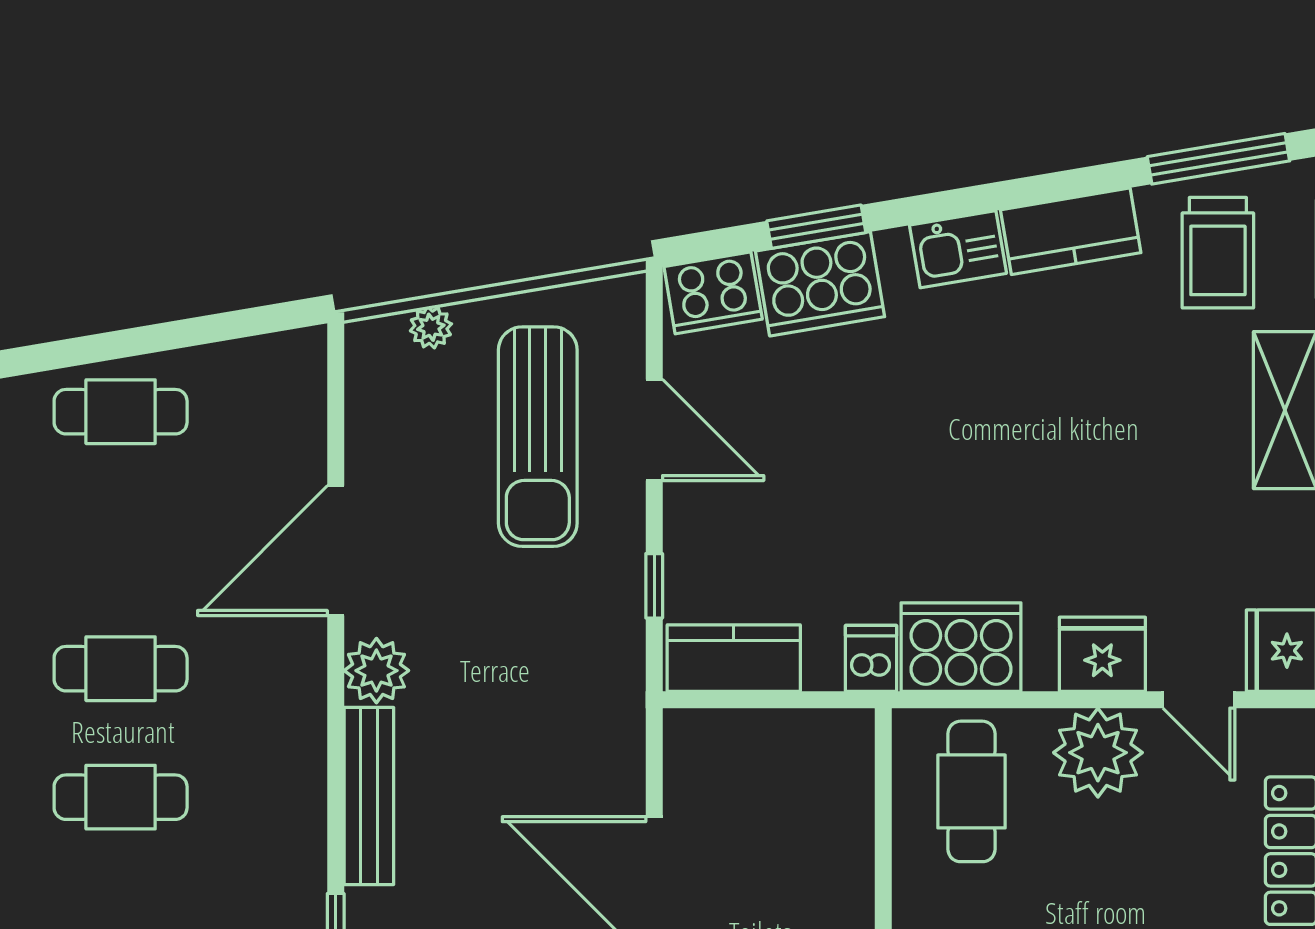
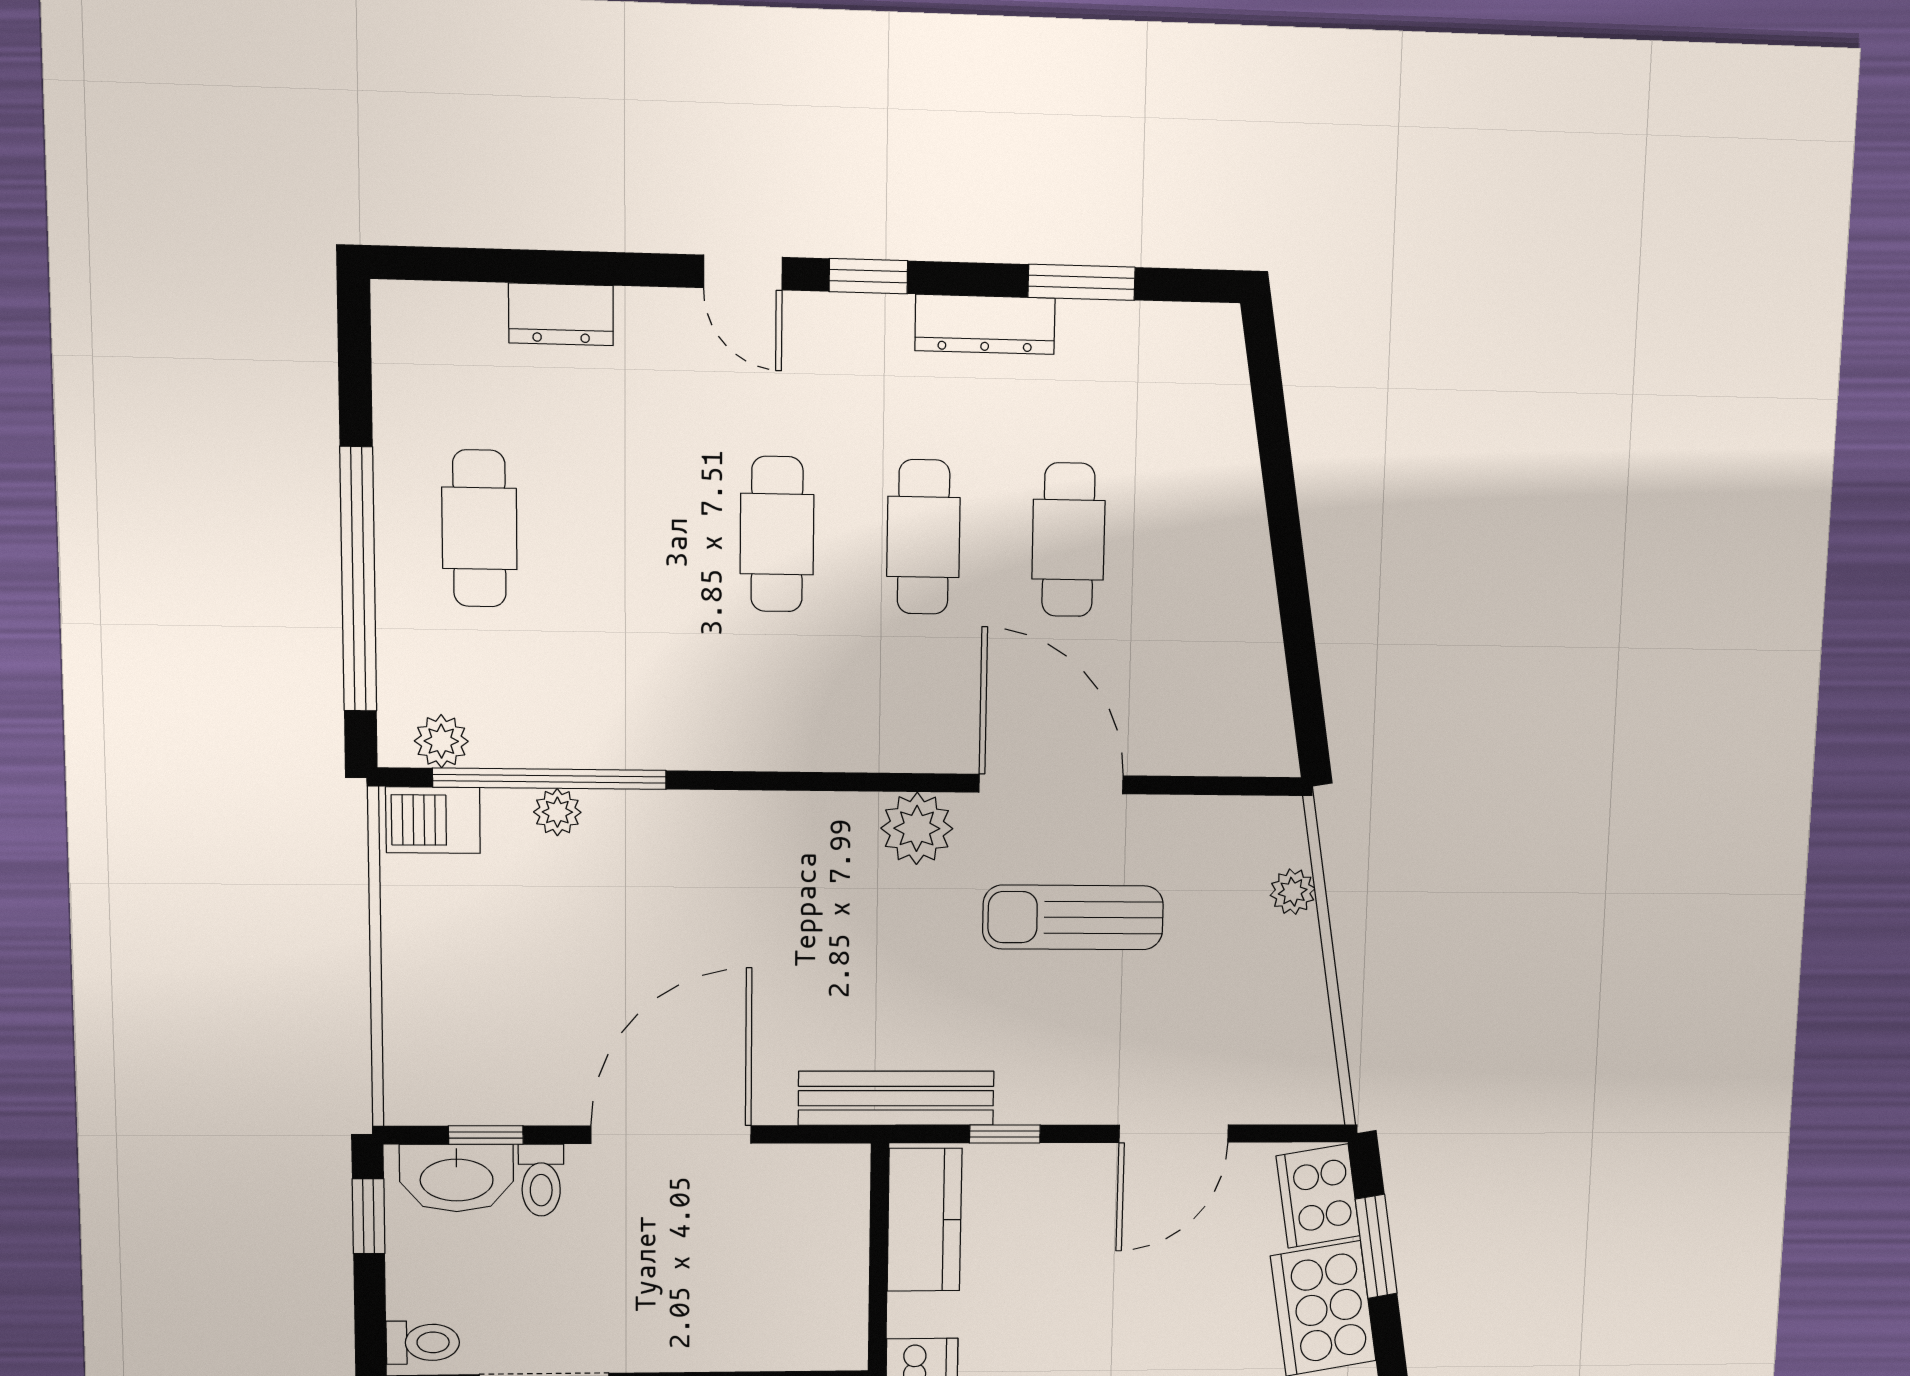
window: (816, 227) -> (1376, 1246), moved
cafe table: (121, 412) -> (1068, 540), moved
sun lounger: (538, 437) -> (1073, 917), moved, width x0.73, depth x0.75
bench: (369, 796) -> (896, 1098), moved

